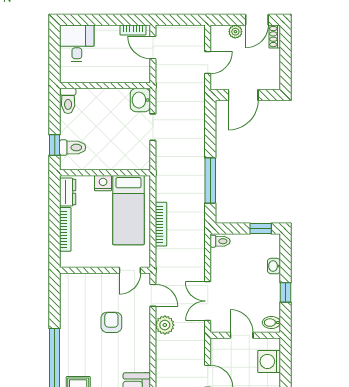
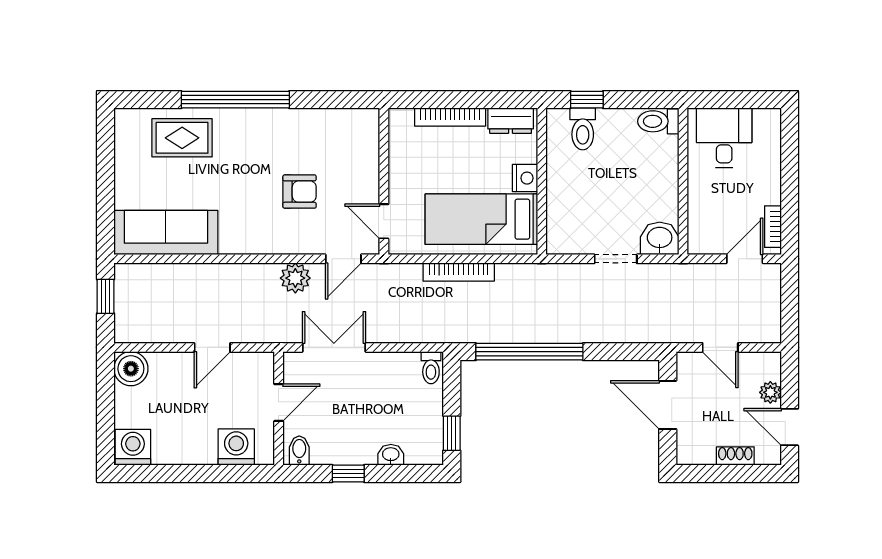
shoe rack: (275, 37) -> (735, 456), moved
desk: (77, 43) -> (724, 138), moved, turned -90
window: (210, 180) -> (529, 352), width x1.46

